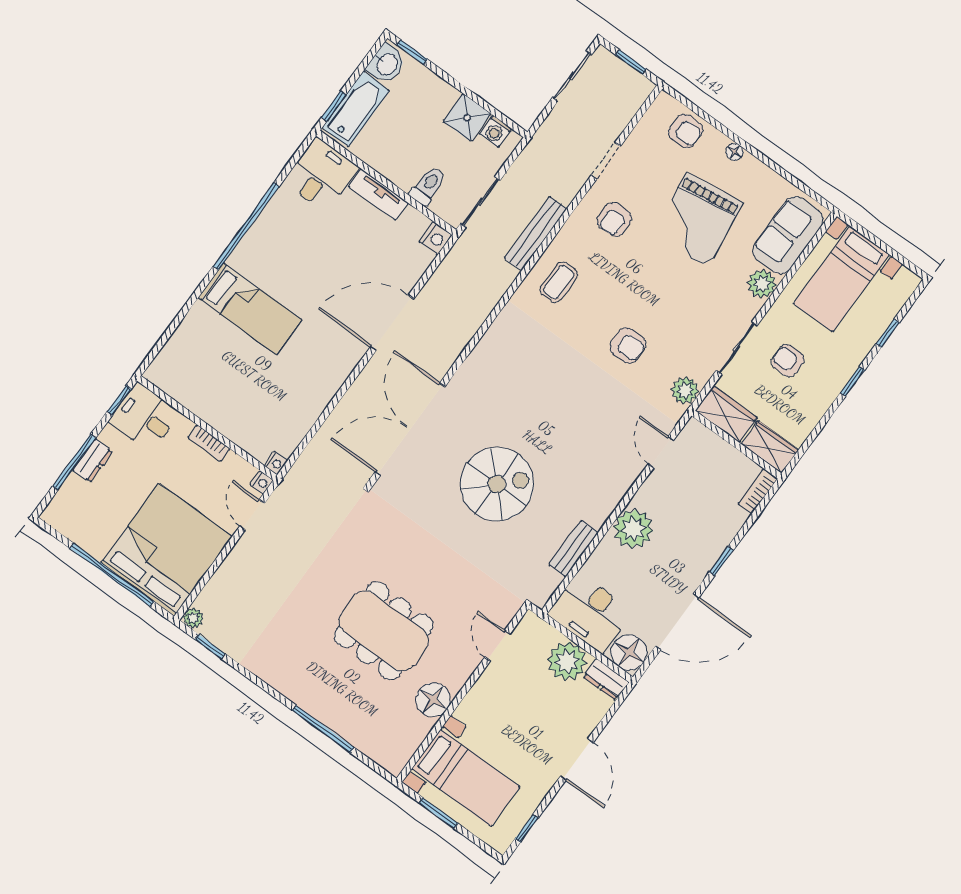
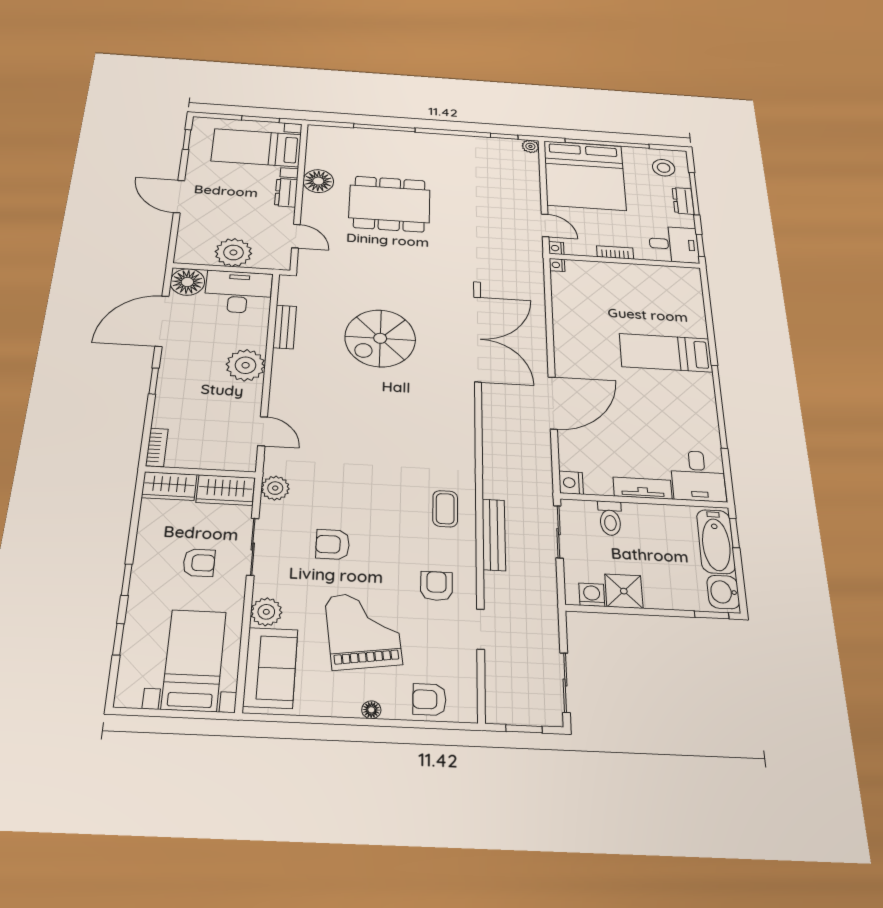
armchair: (628, 345) -> (333, 544), moved
stool: (79, 511) -> (664, 168), added
dresser: (606, 680) -> (286, 193), moved, turned -90

